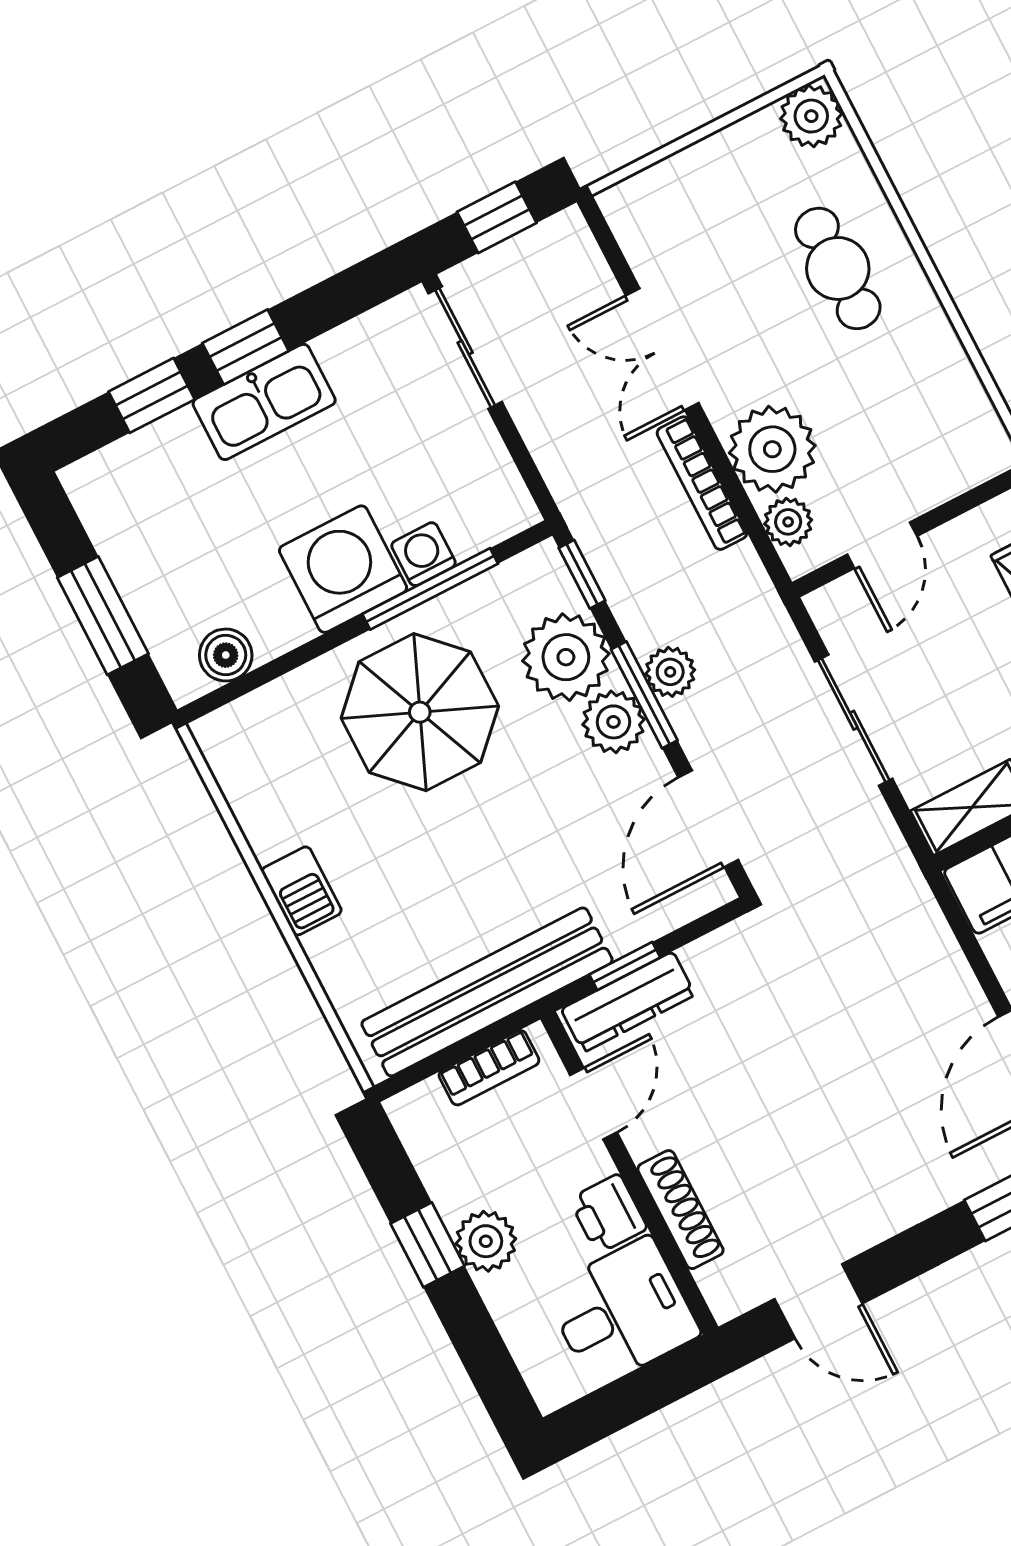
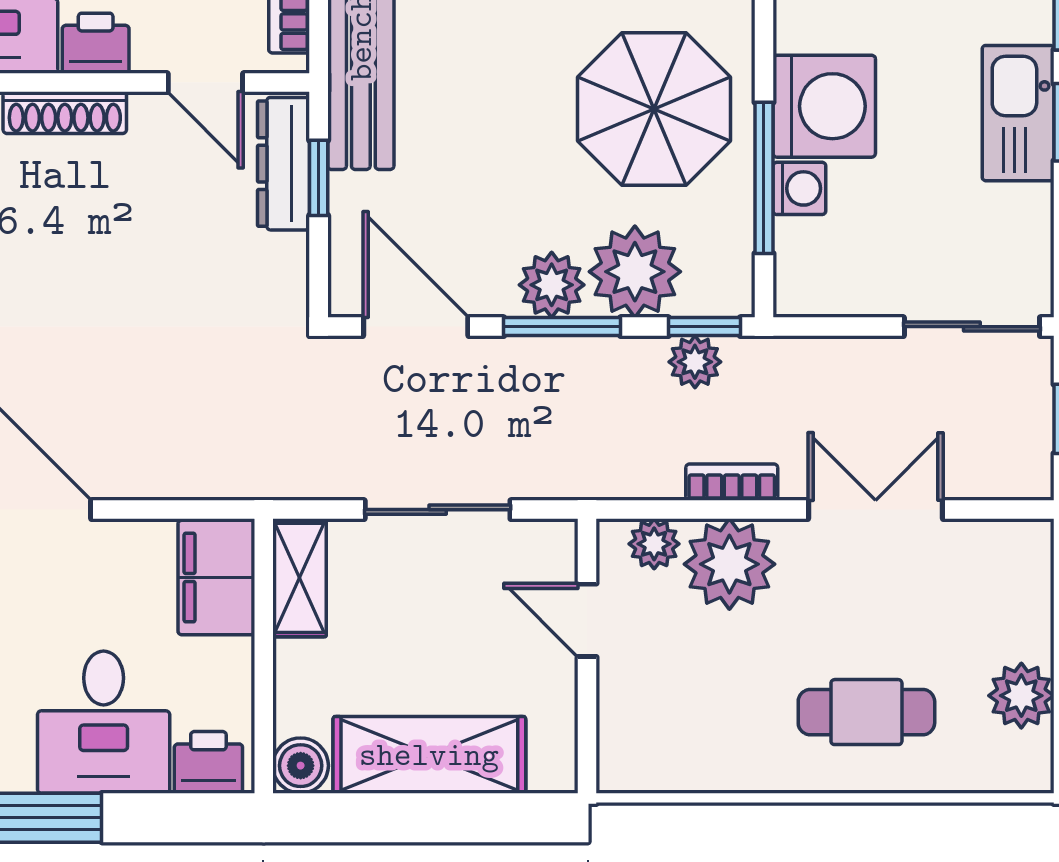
plant: (811, 116) -> (1021, 696), moved
bookcase: (702, 483) -> (732, 482), width x0.64
plant: (670, 672) -> (695, 362), moved

